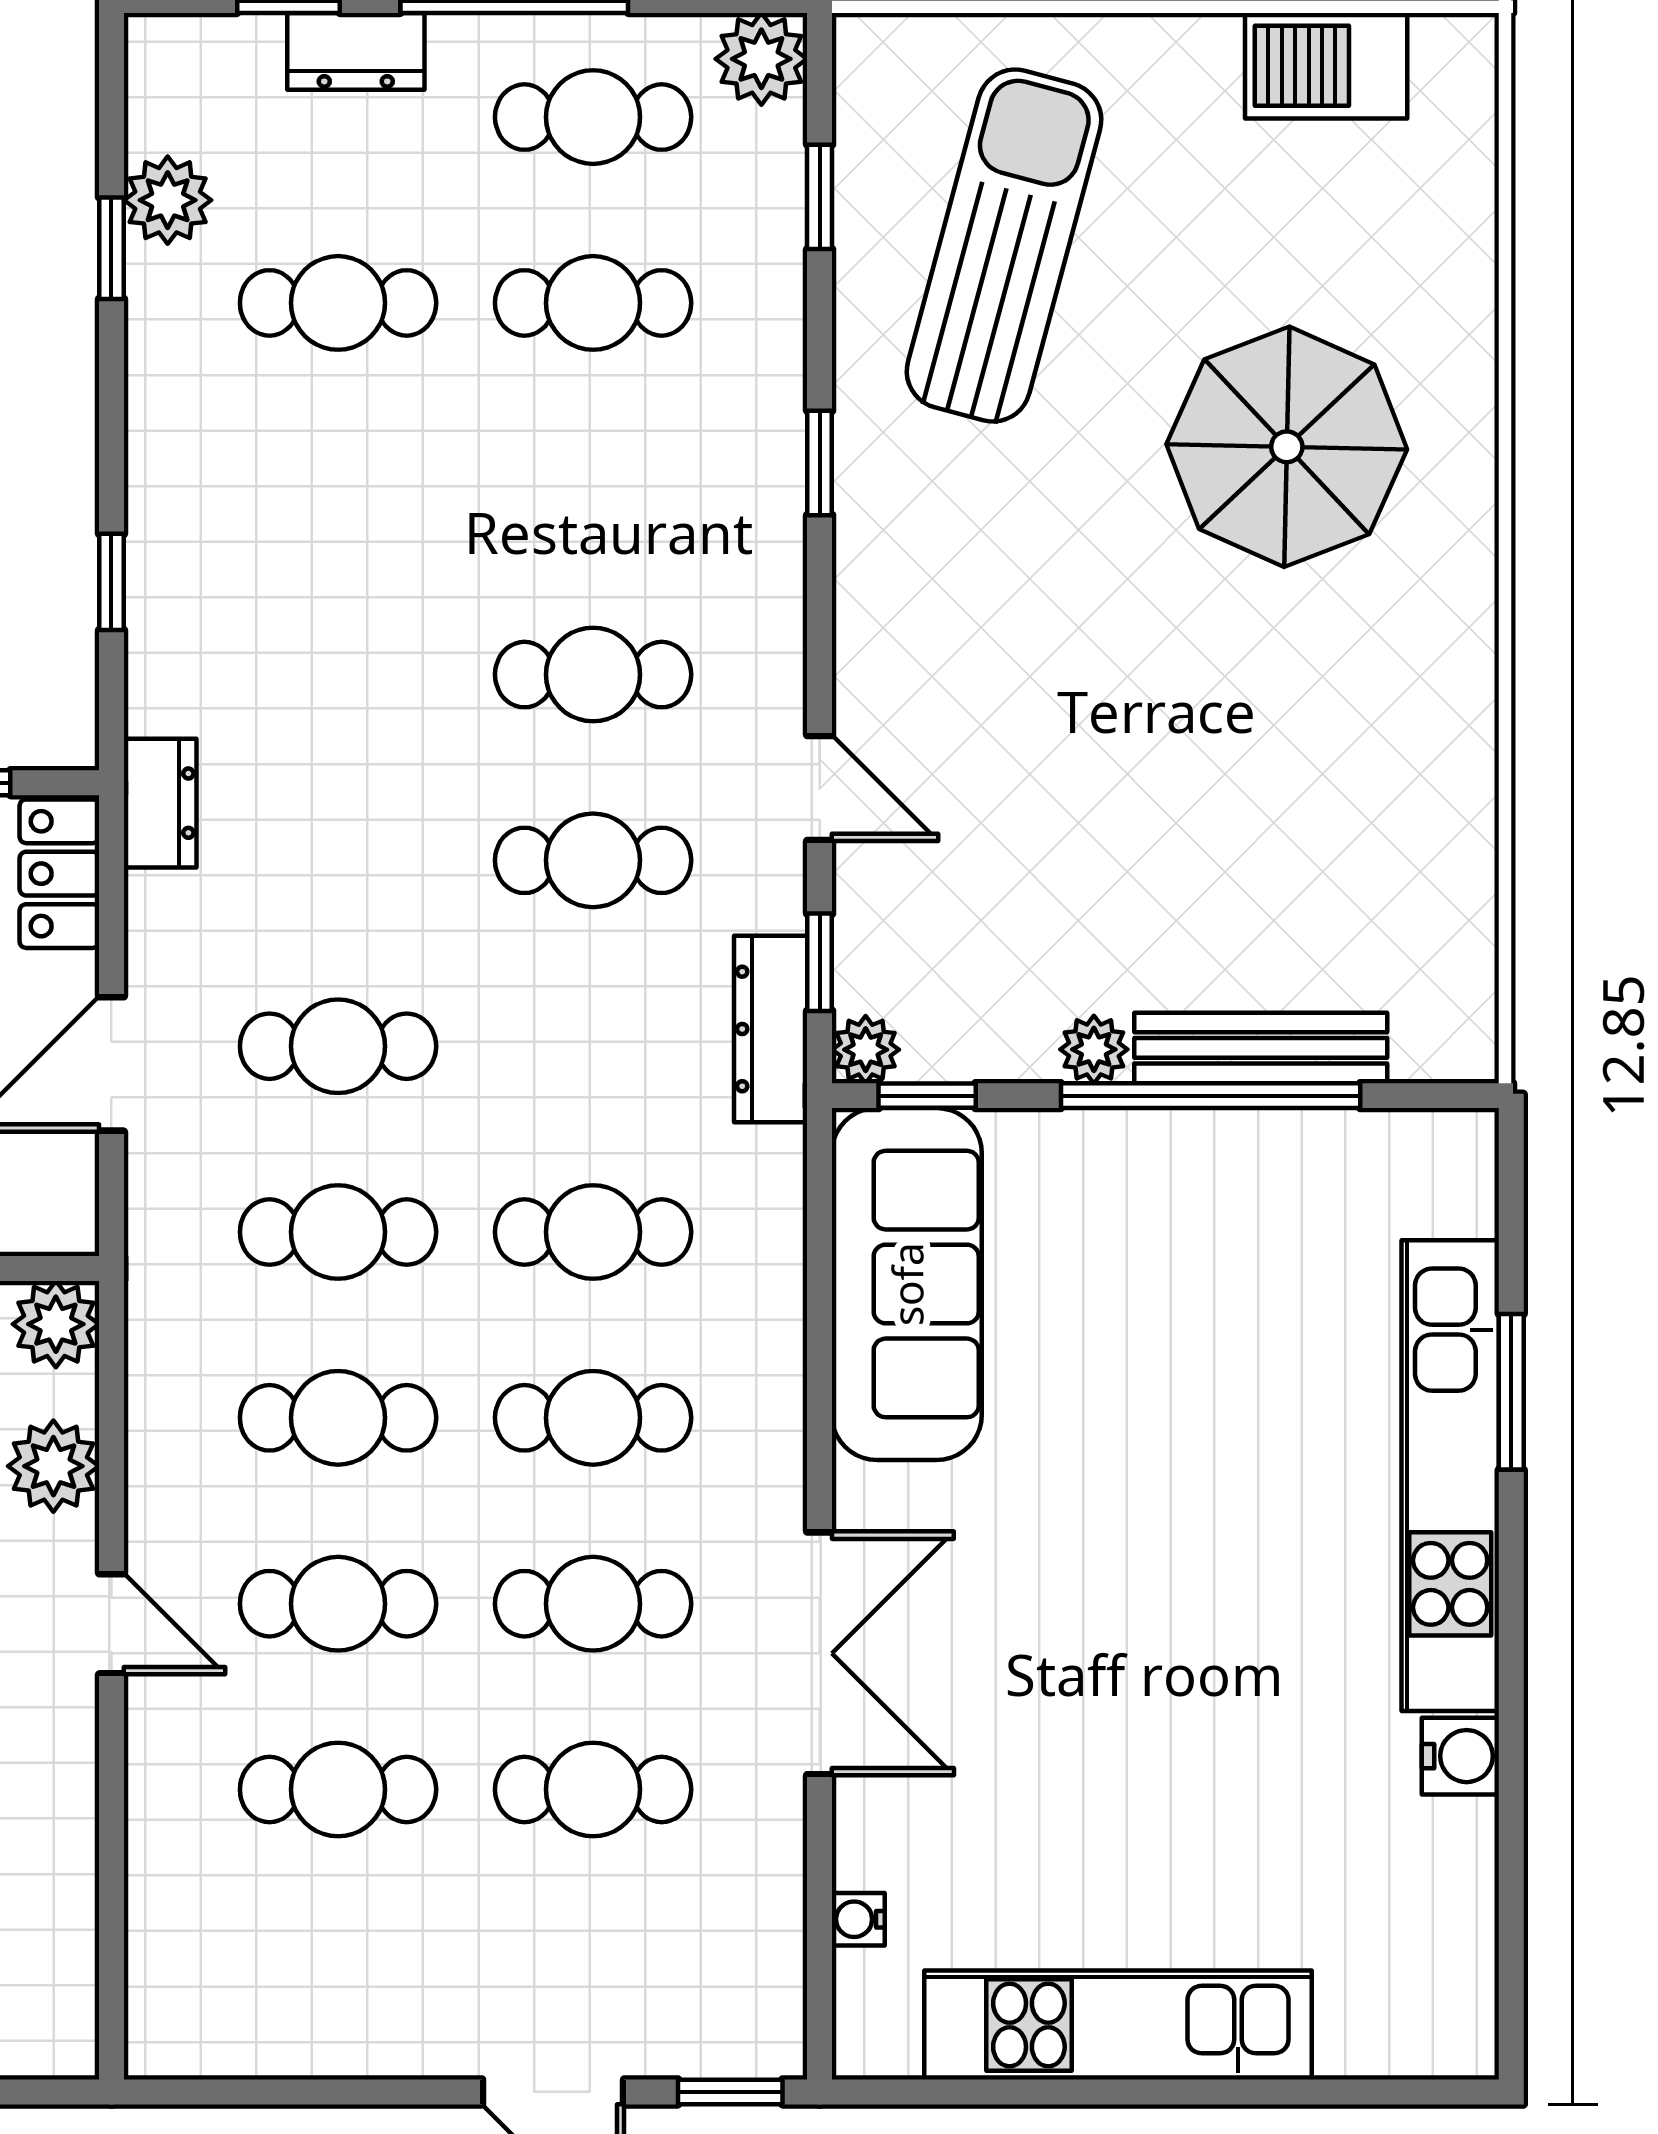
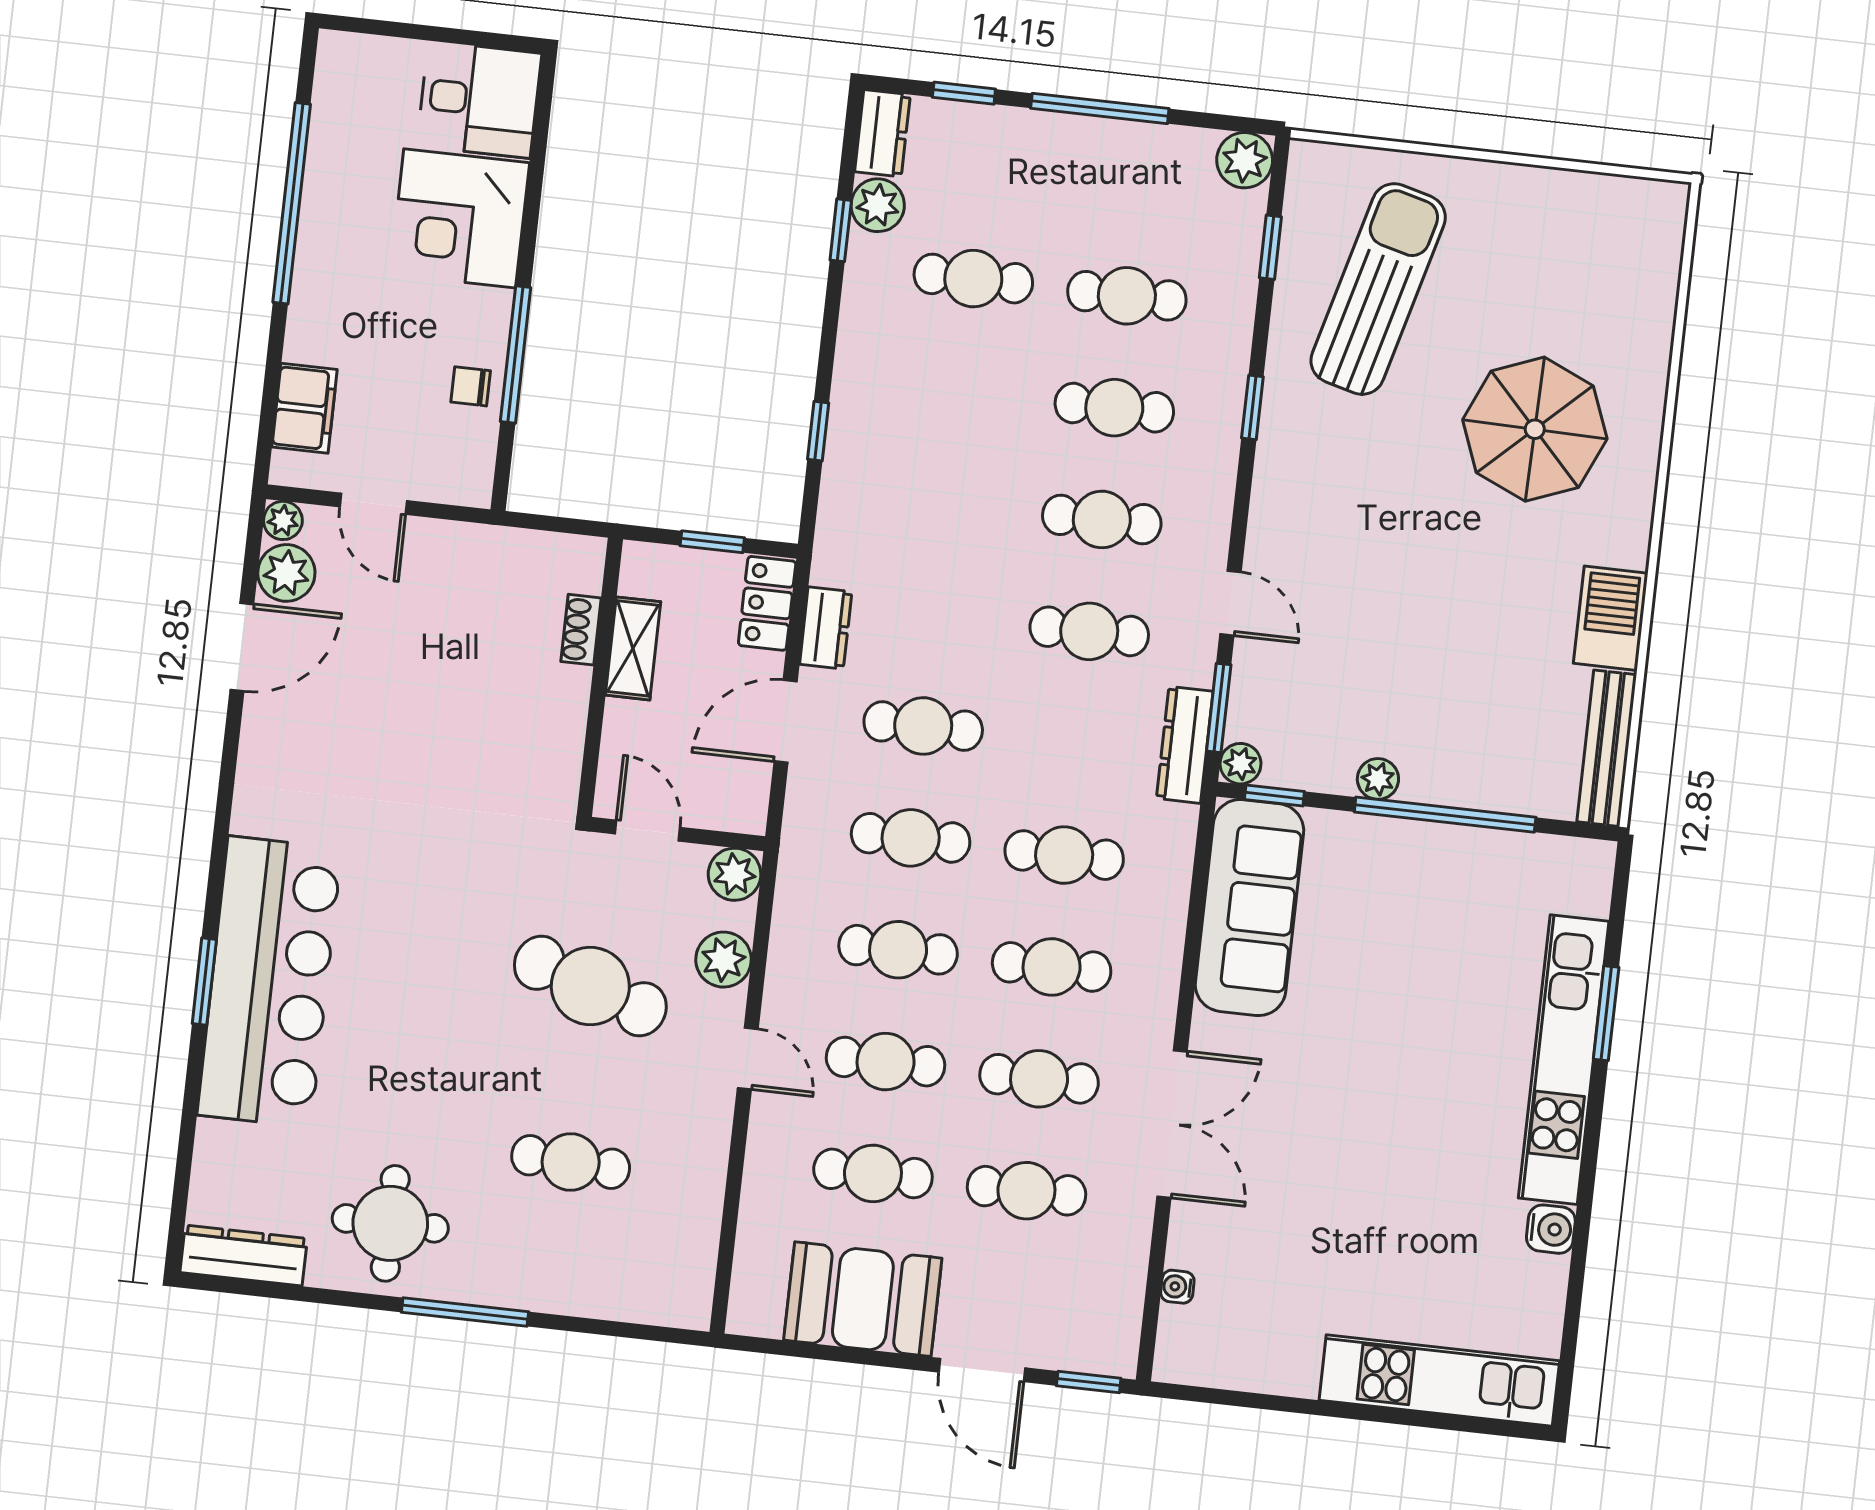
dresser: (356, 51) -> (883, 133), moved, turned -90
barbecue: (1326, 66) -> (1611, 618), moved, turned 90
cafe table: (593, 117) -> (1114, 408), moved
dresser: (160, 803) -> (826, 628), moved
window: (820, 962) -> (1219, 708), width x1.50
bench: (1261, 1048) -> (1607, 748), moved, turned 90
booth: (345, 1998) -> (863, 1299), added
kitchen unit: (1118, 2025) -> (1439, 1381), moved

